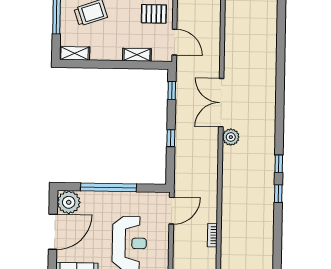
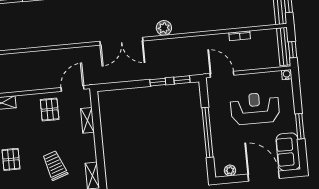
window: (172, 91) -> (182, 80), moved
plant: (231, 137) -> (164, 28), moved
plant: (69, 202) -> (230, 170), width x0.53, depth x0.53
door: (53, 232) -> (264, 176), moved

